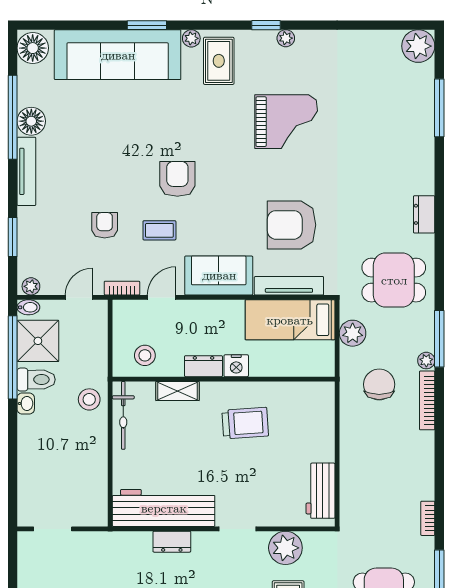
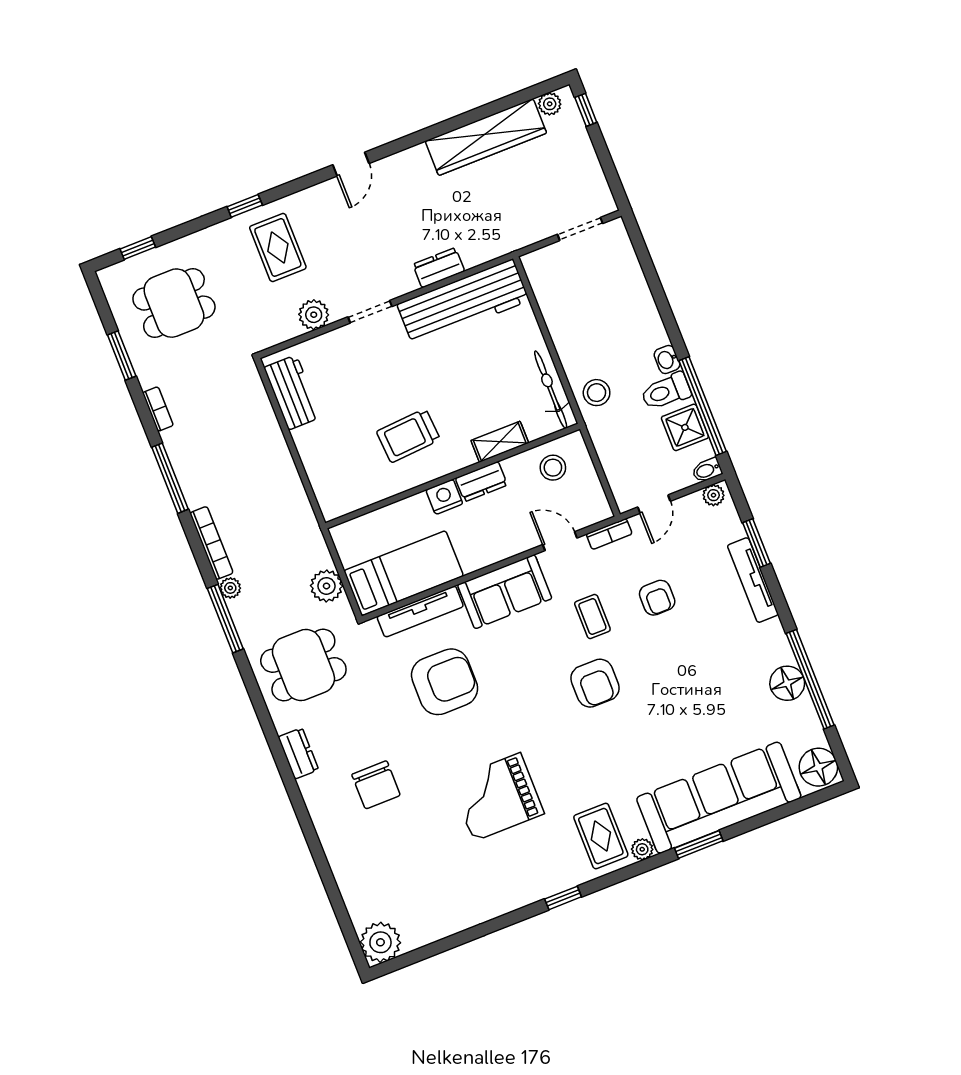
plant: (286, 38) -> (535, 892), removed
window: (439, 108) -> (170, 478), moved
tv unit: (26, 171) -> (753, 580), moved
coffee table: (159, 230) -> (592, 616), turned 90
door: (162, 297) -> (560, 541), swing flipped
shower: (38, 341) -> (685, 427), width x0.73, depth x0.73
chair: (379, 384) -> (376, 785), moved
plant: (285, 548) -> (314, 315), width x0.73, depth x0.73

